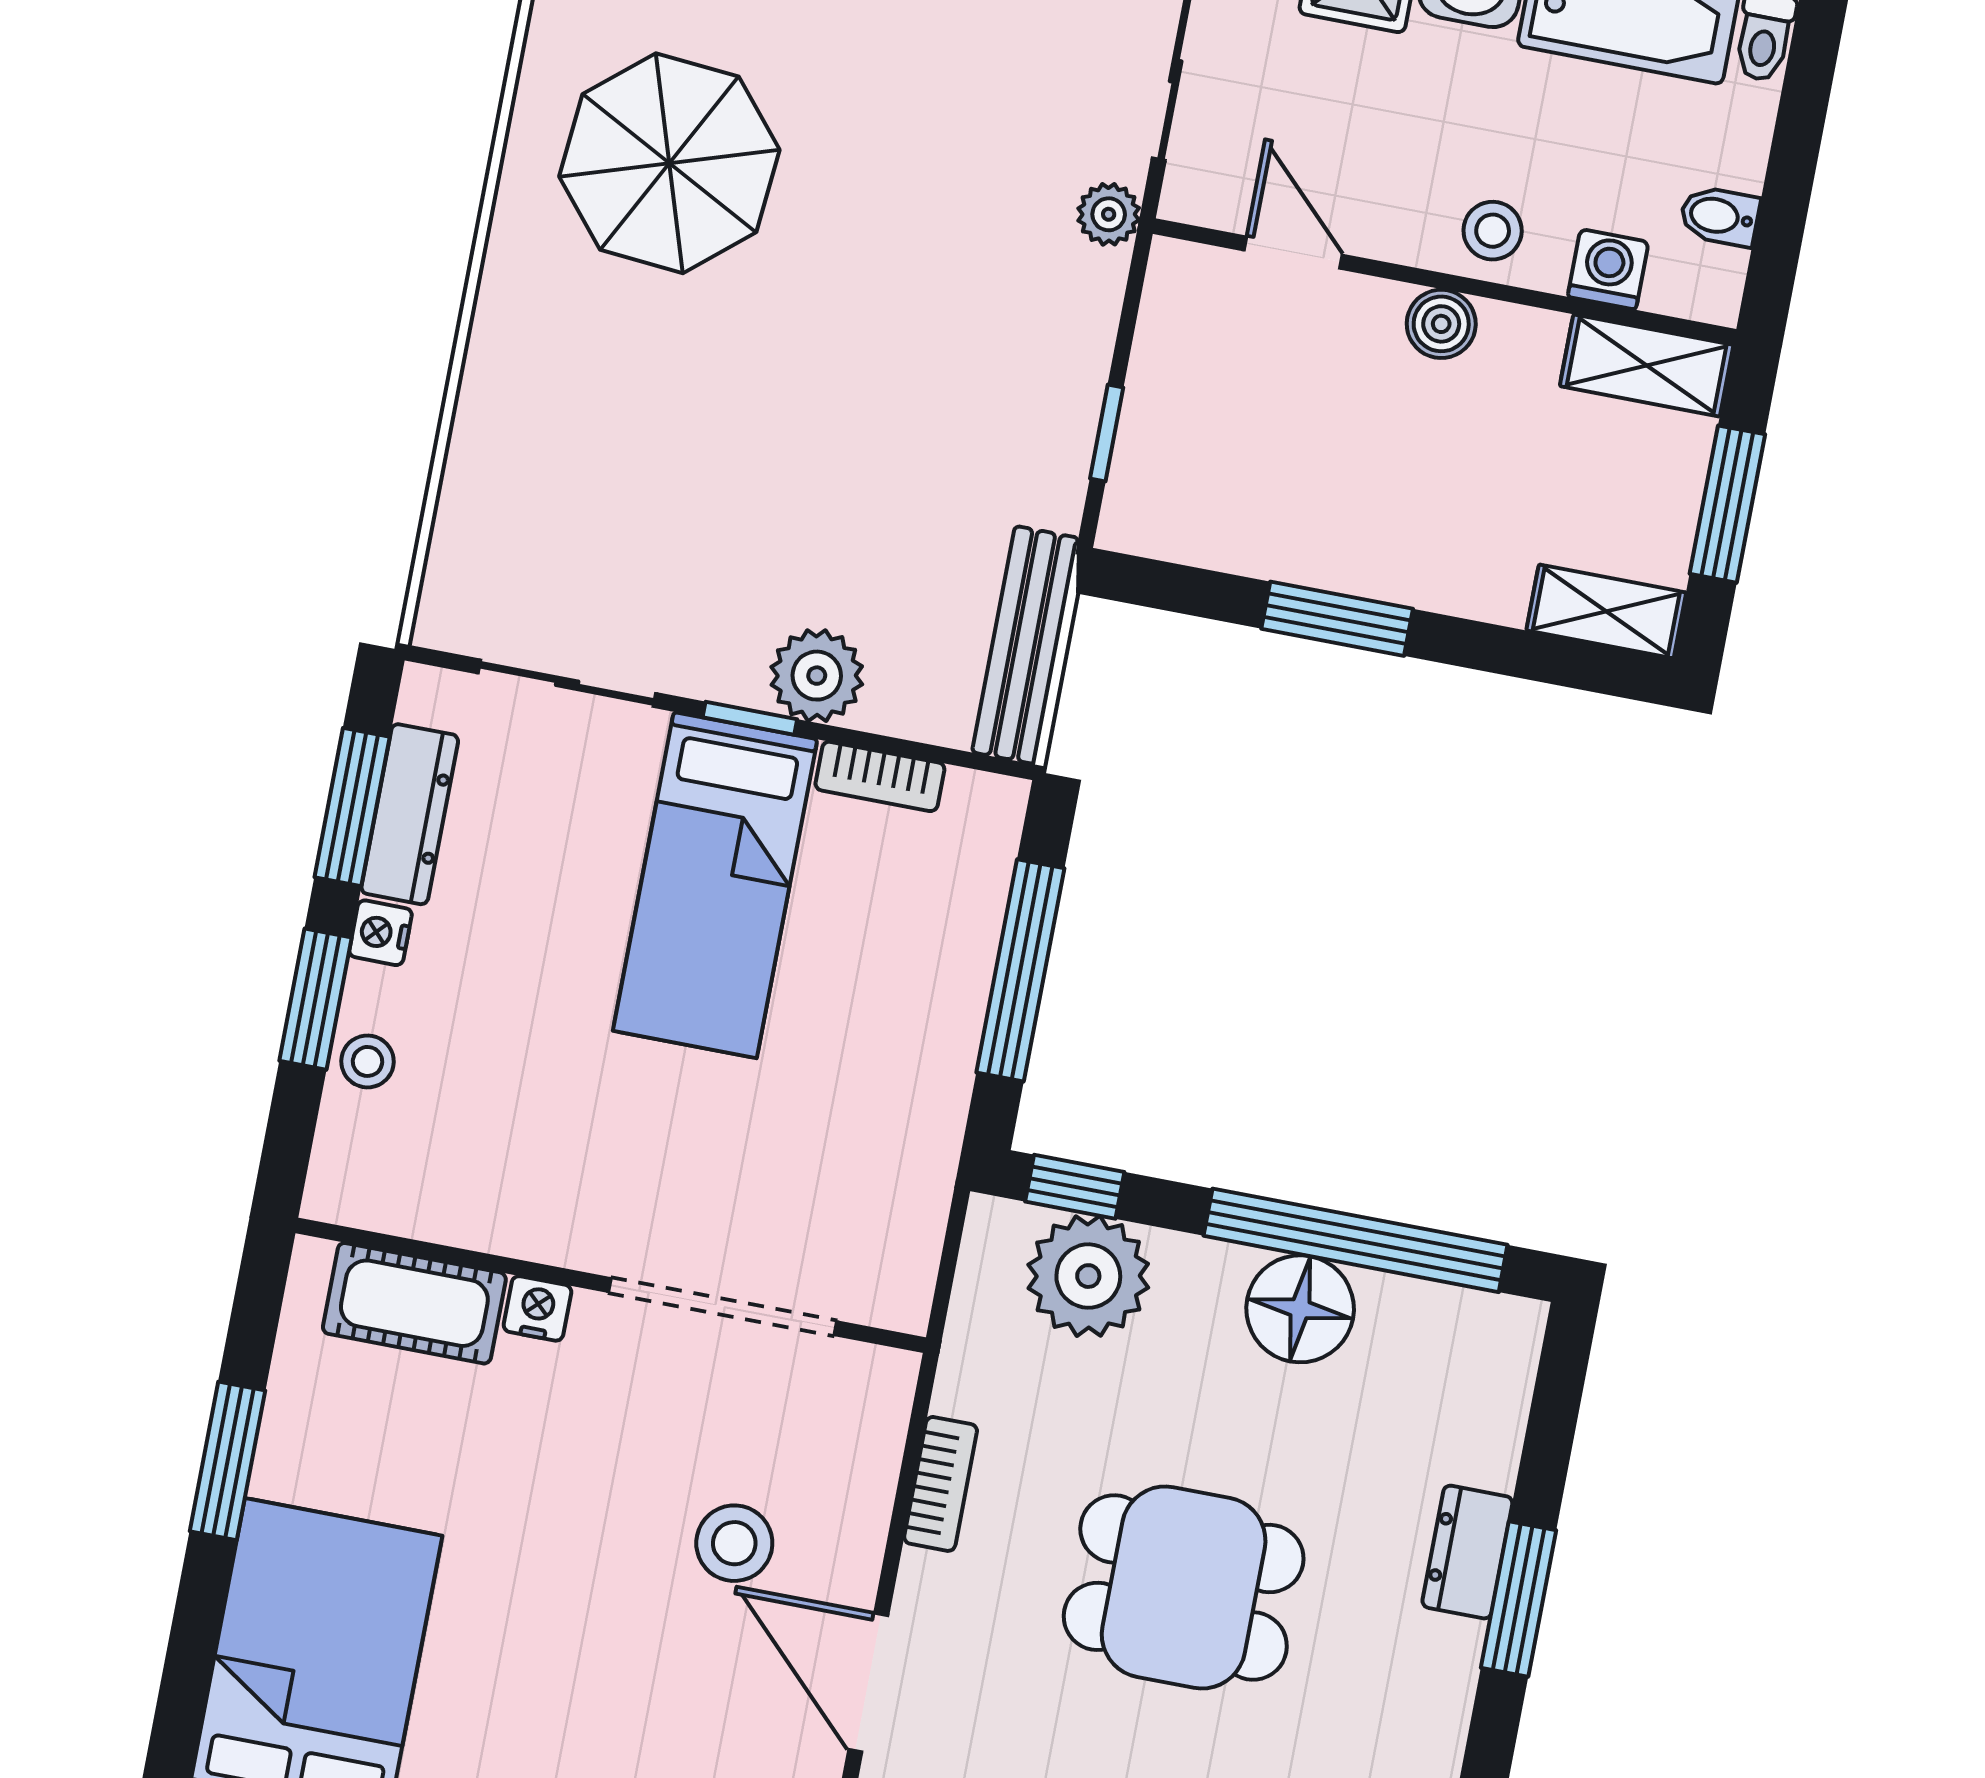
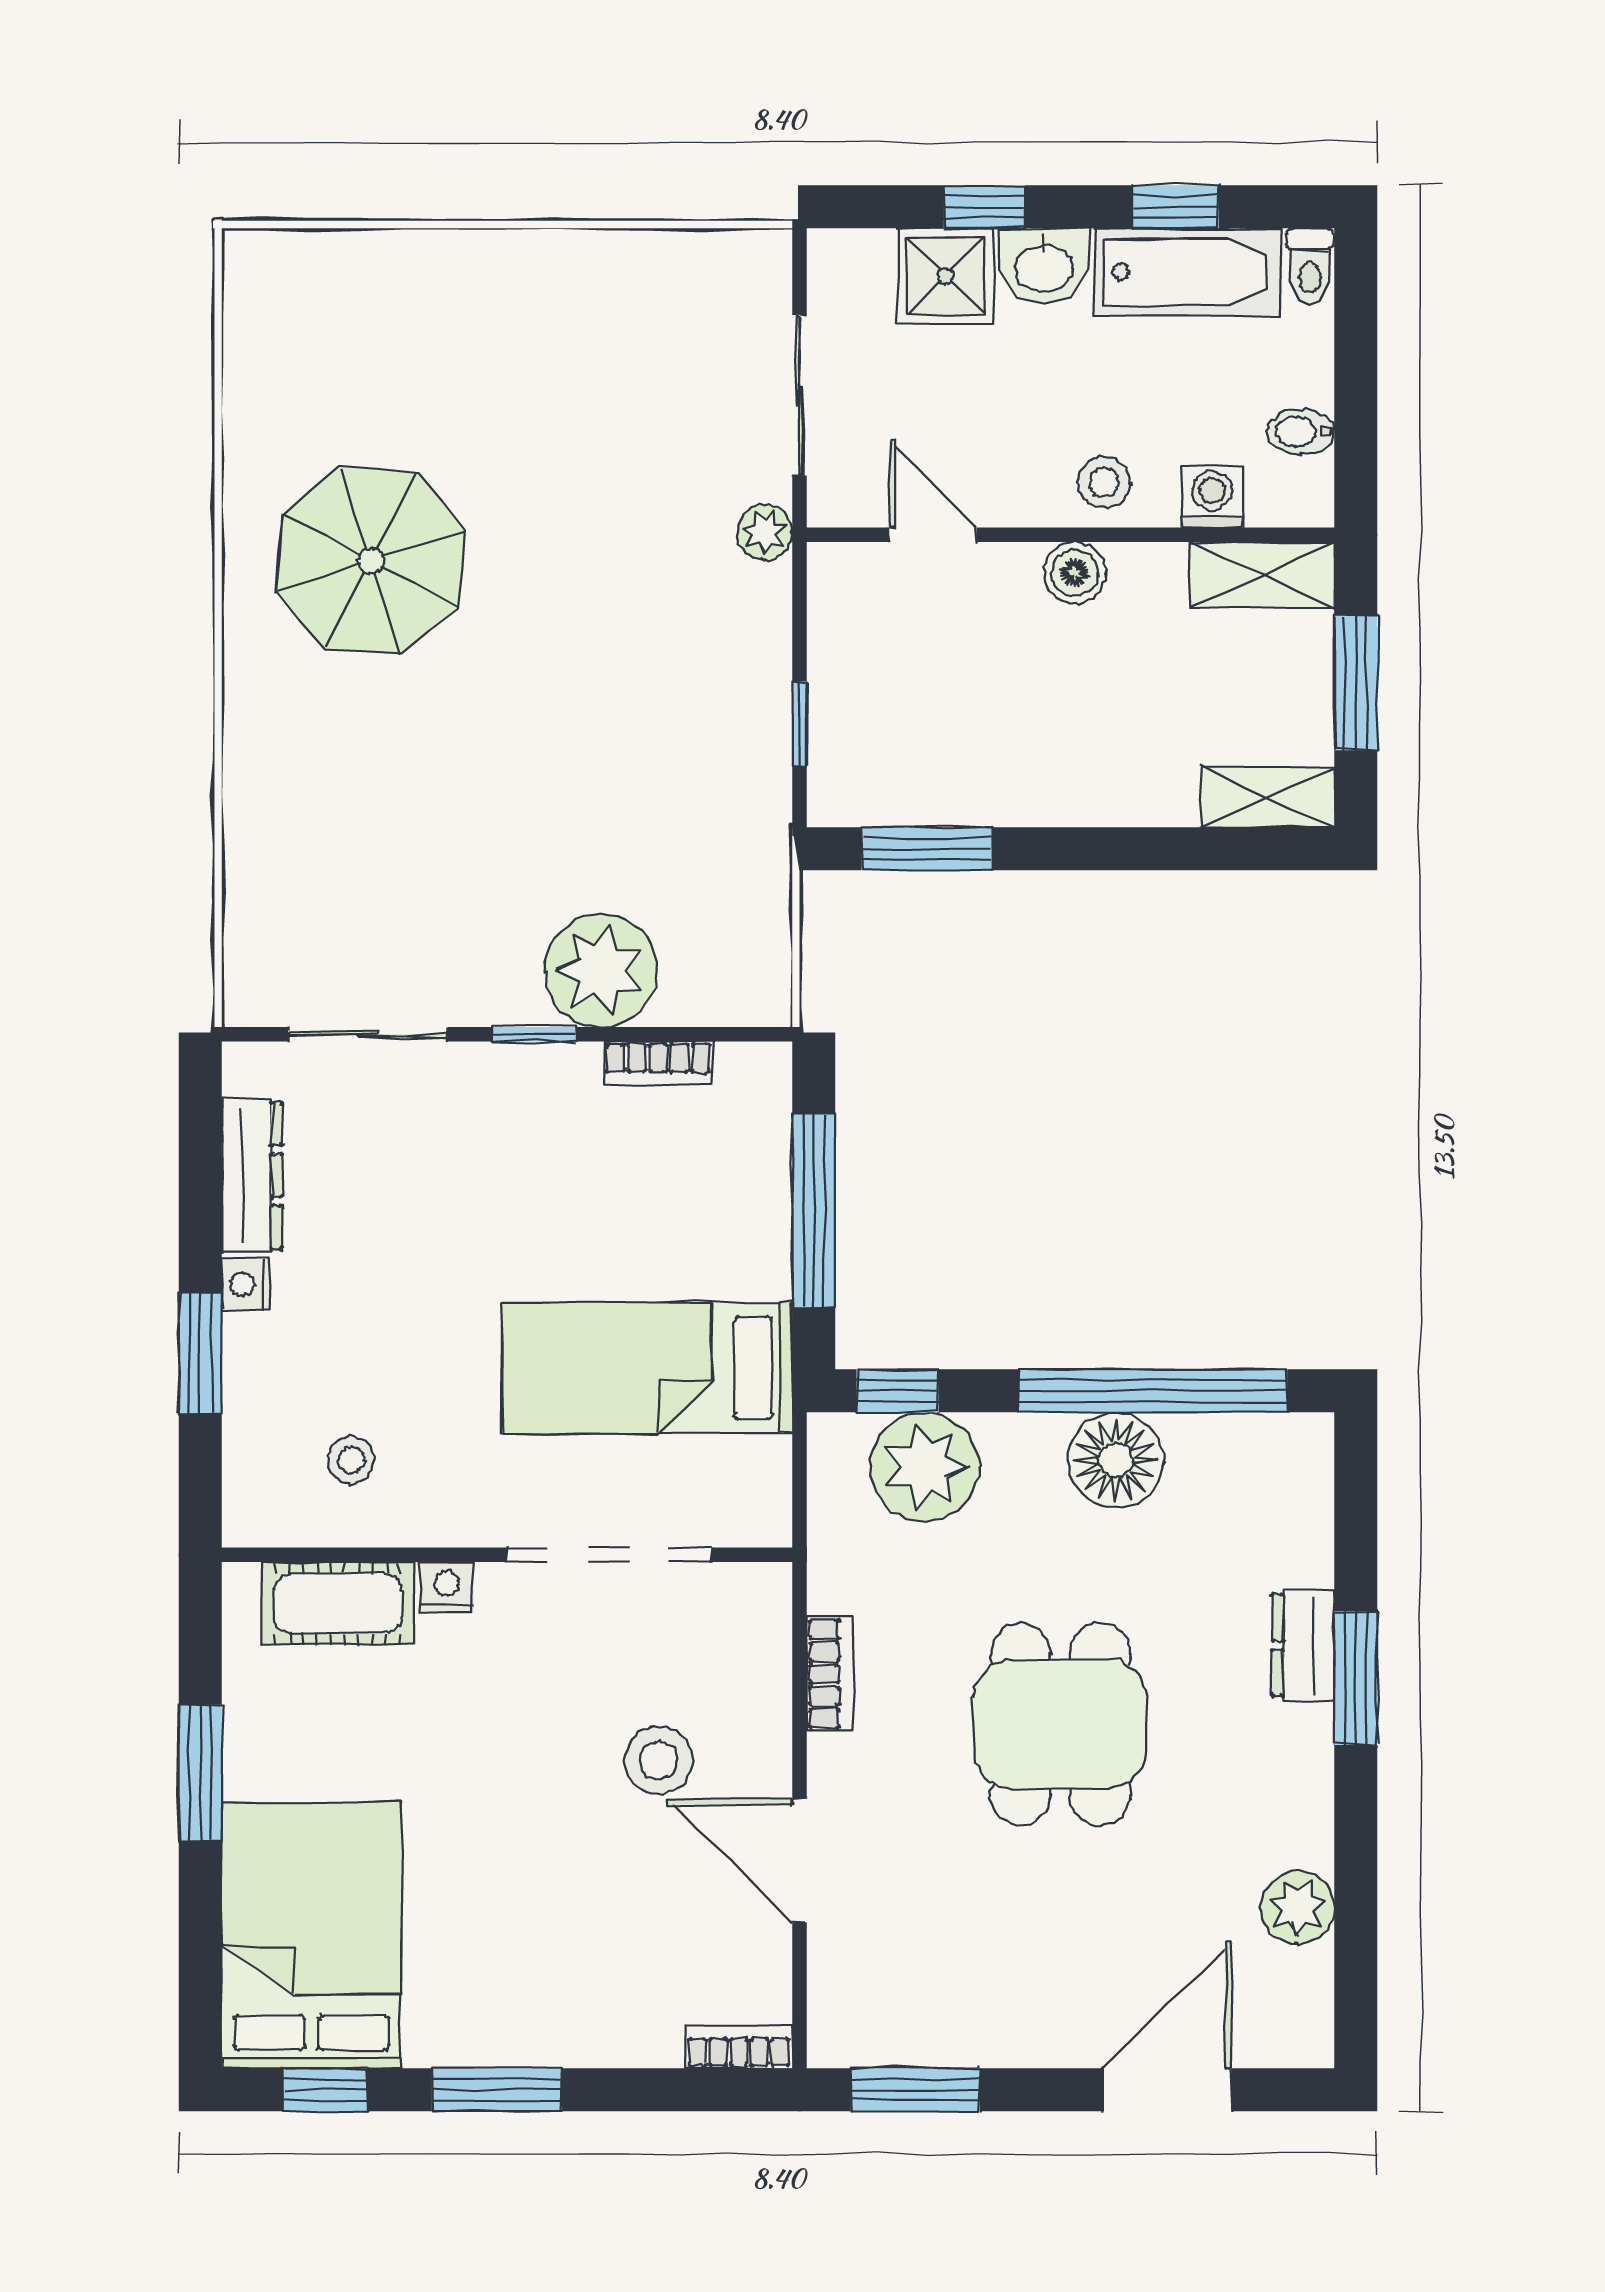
window: (1337, 619) -> (927, 849), moved
bench: (1025, 645) -> (763, 924), removed
plant: (817, 676) -> (601, 970), width x1.36, depth x1.36
window: (352, 807) -> (200, 1179), removed
bed: (715, 885) -> (647, 1368), moved, turned 90
stool: (368, 1061) -> (351, 1460), moved
dining table: (1184, 1587) -> (1060, 1724), turned 90

